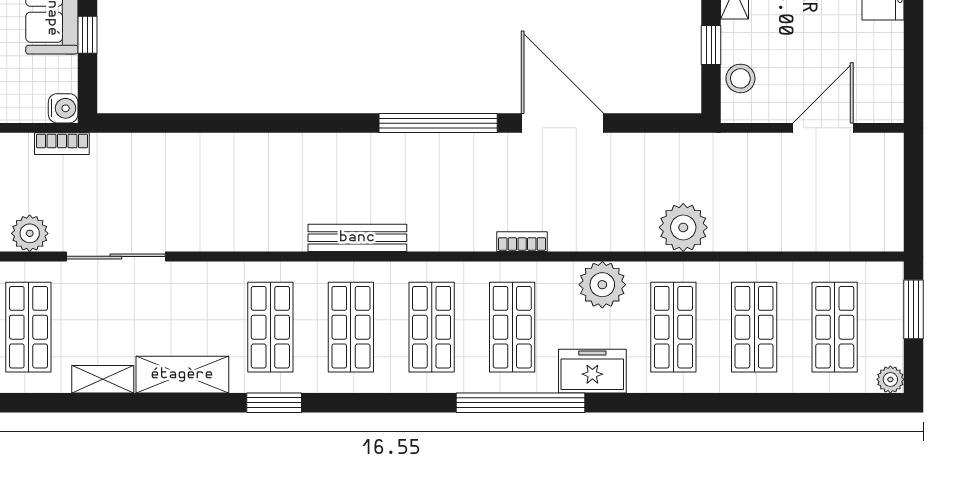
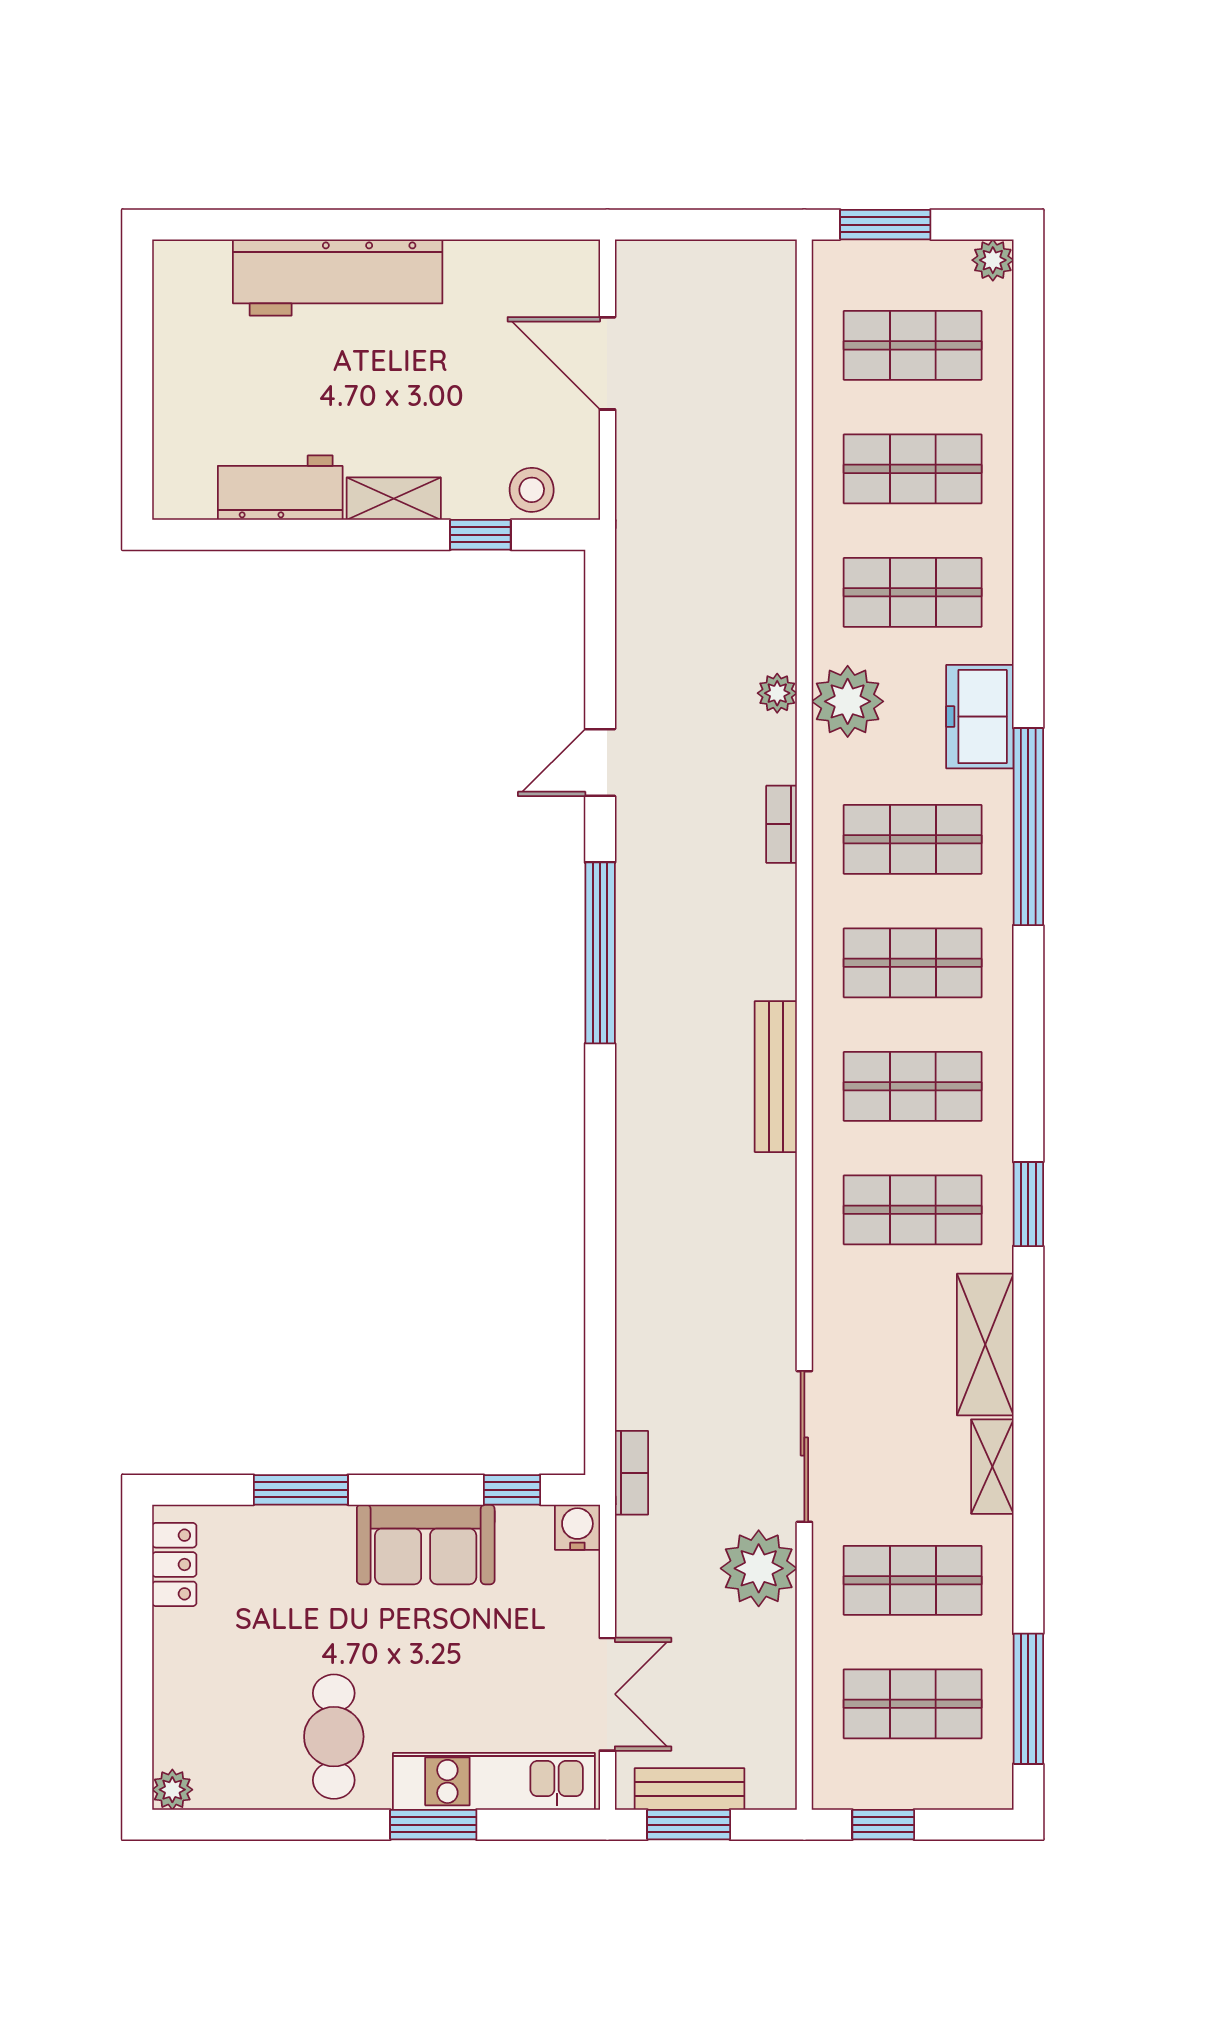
window: (88, 35) -> (512, 1490), moved
door: (562, 123) -> (600, 762), width x0.53
bookcase: (62, 144) -> (632, 1473), moved
plant: (683, 227) -> (777, 693), moved, width x0.53, depth x0.53
plant: (30, 233) -> (759, 1568), width x1.36, depth x1.36

